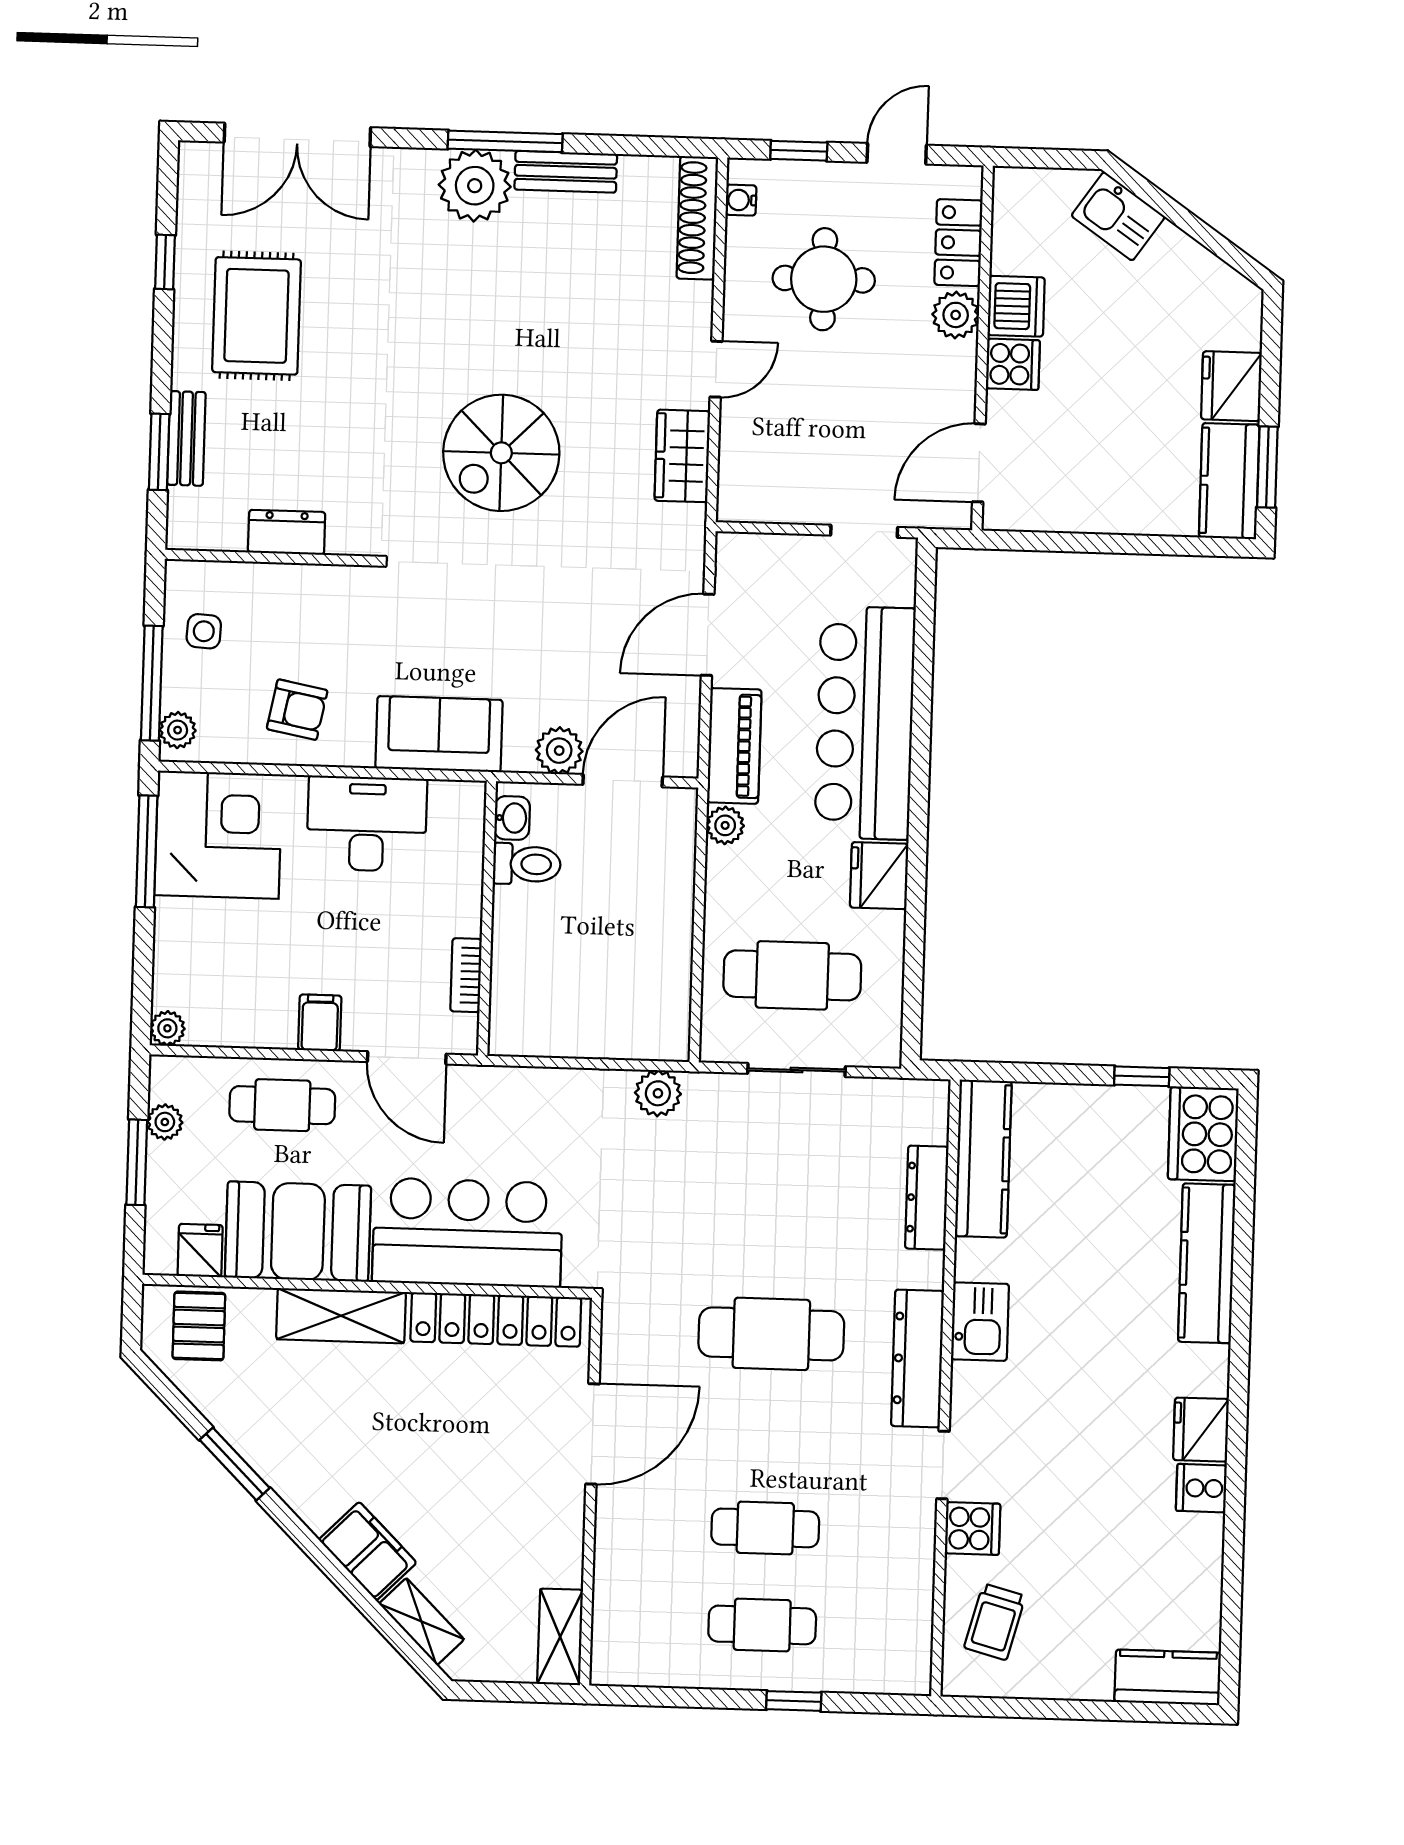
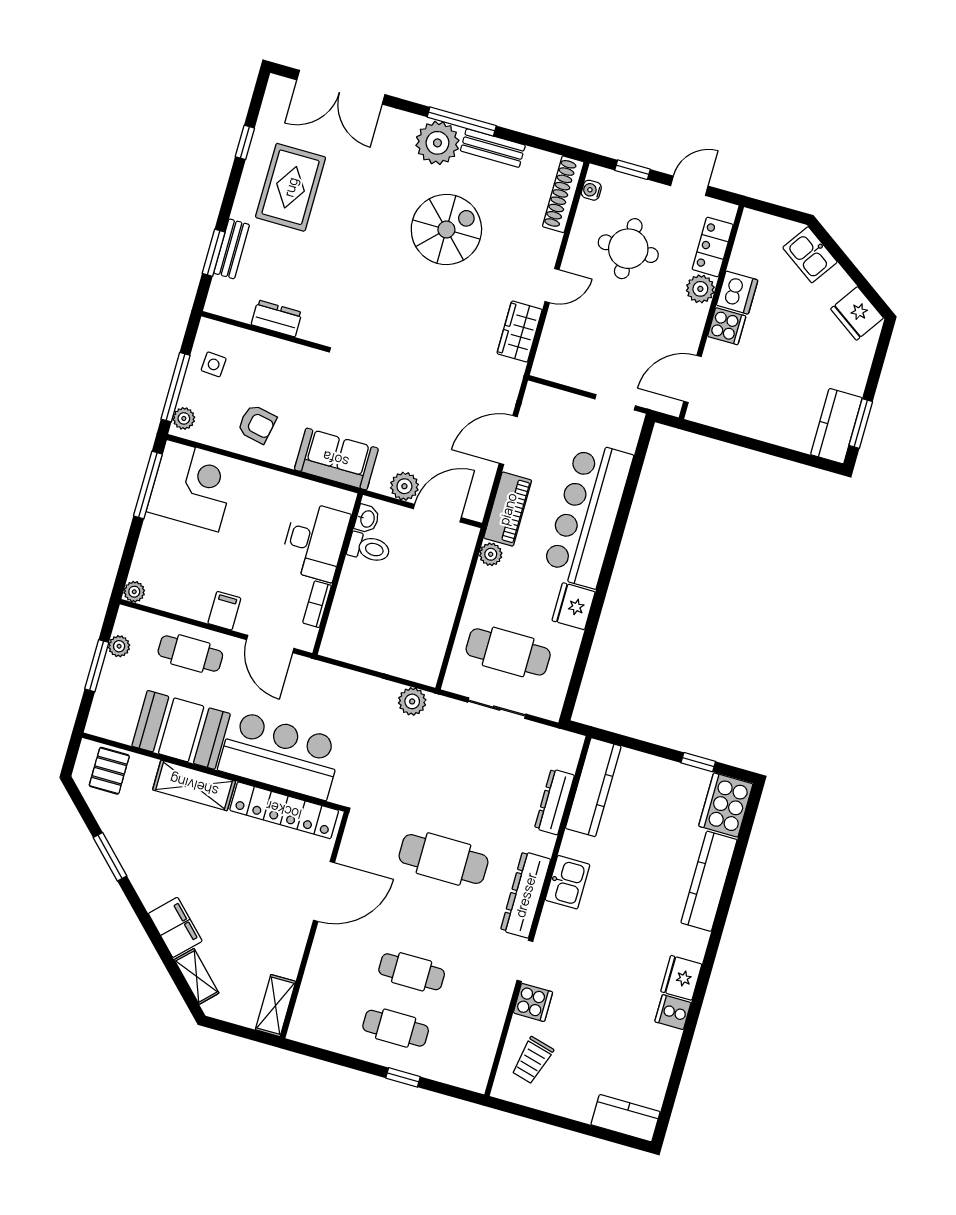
fridge: (1231, 386) -> (857, 313), moved, turned -55
spiral stairs: (501, 453) -> (446, 229), moved, turned 180
desk: (367, 824) -> (315, 541), moved, turned 90
fridge: (200, 1251) -> (121, 727), removed

